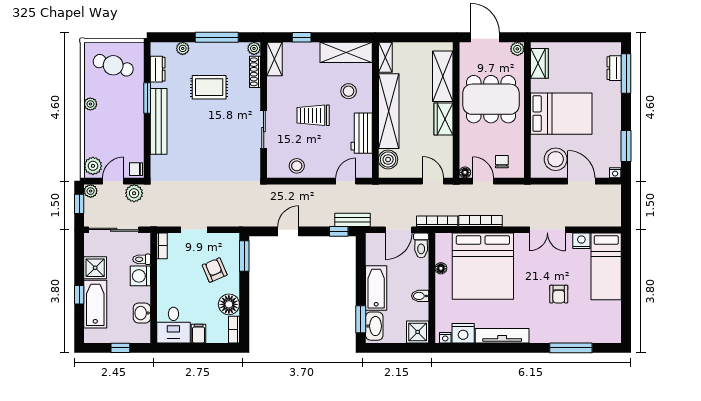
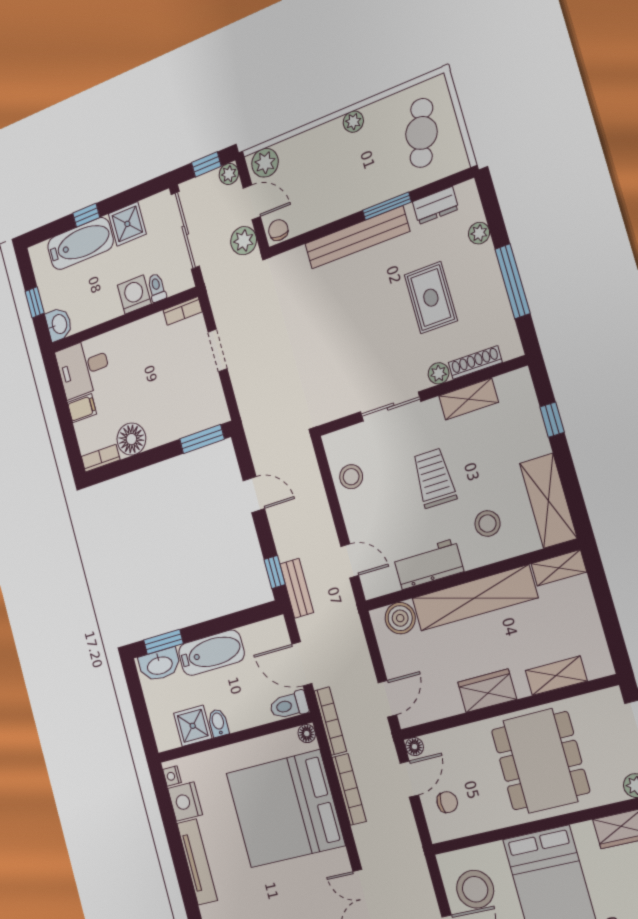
plant: (254, 48) -> (439, 373), moved
shelving: (274, 59) -> (469, 399), moved
shelving: (443, 76) -> (556, 676), width x0.67, depth x0.75
floor lamp: (441, 268) -> (307, 734), moved
armchair: (215, 270) -> (171, 402), removed
washbasin: (142, 313) -> (59, 324), moved, turned 90
shower: (418, 332) -> (193, 726), moved

